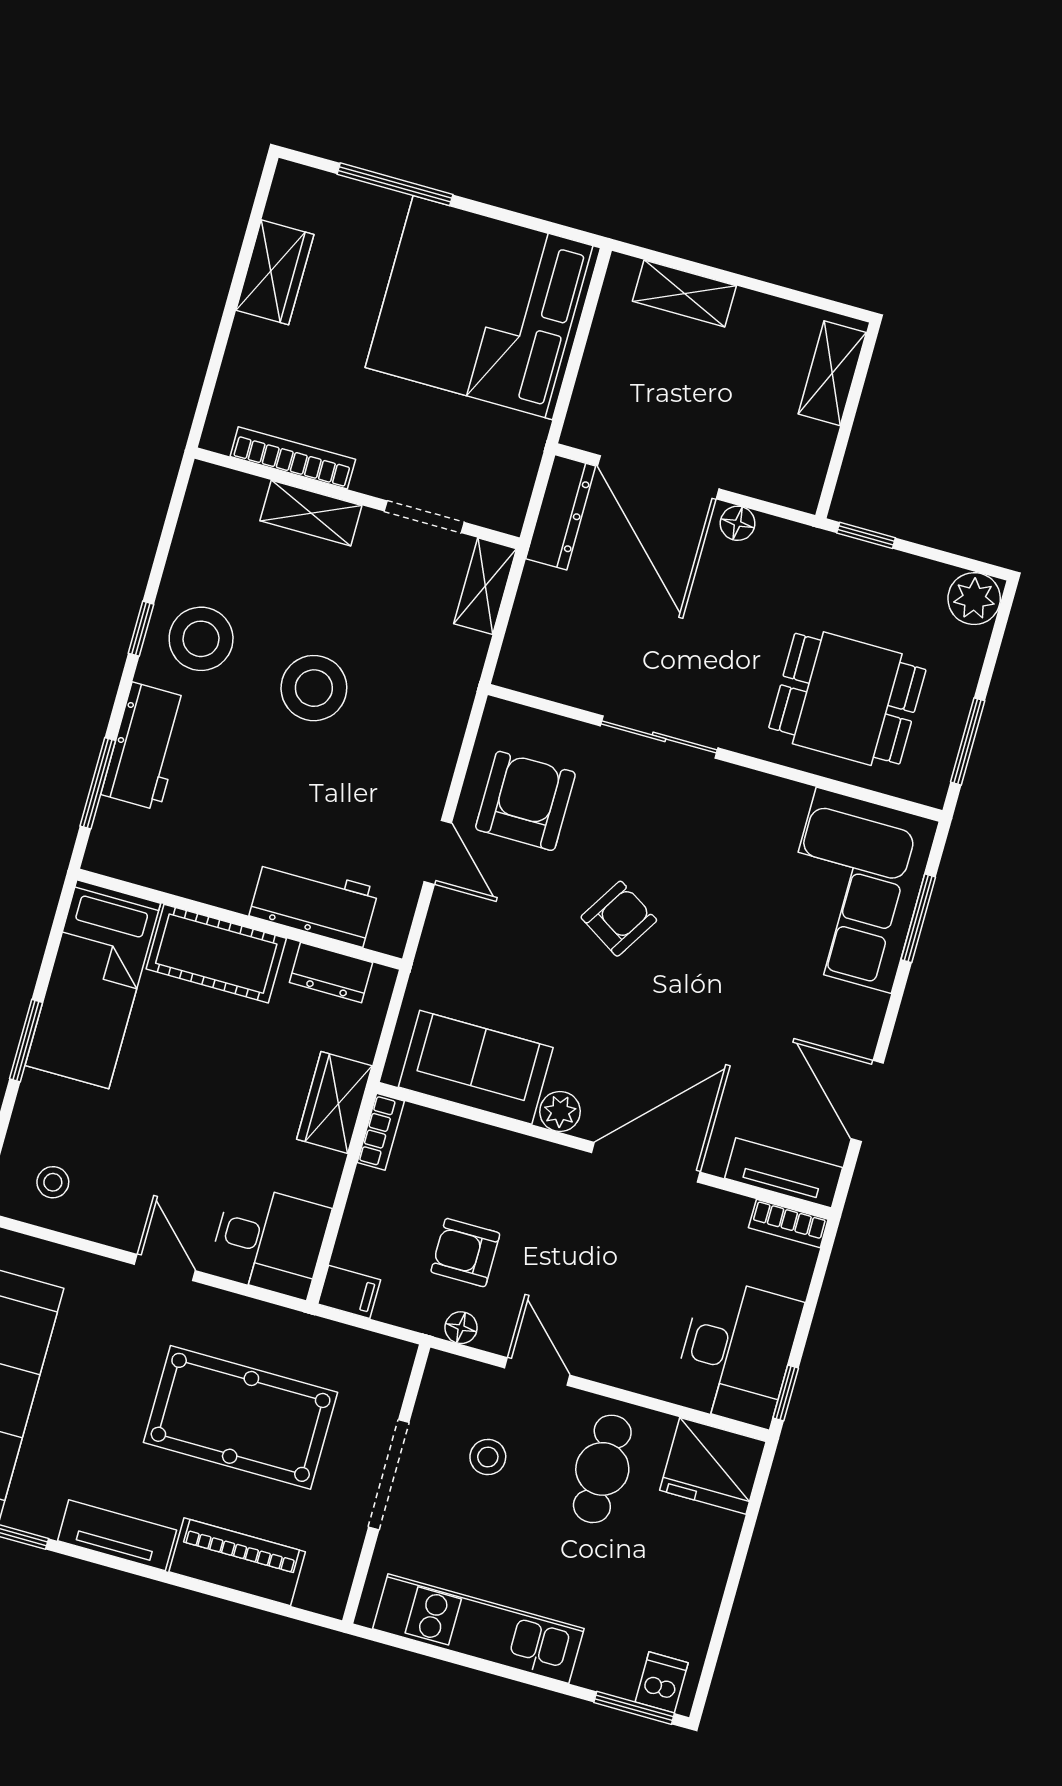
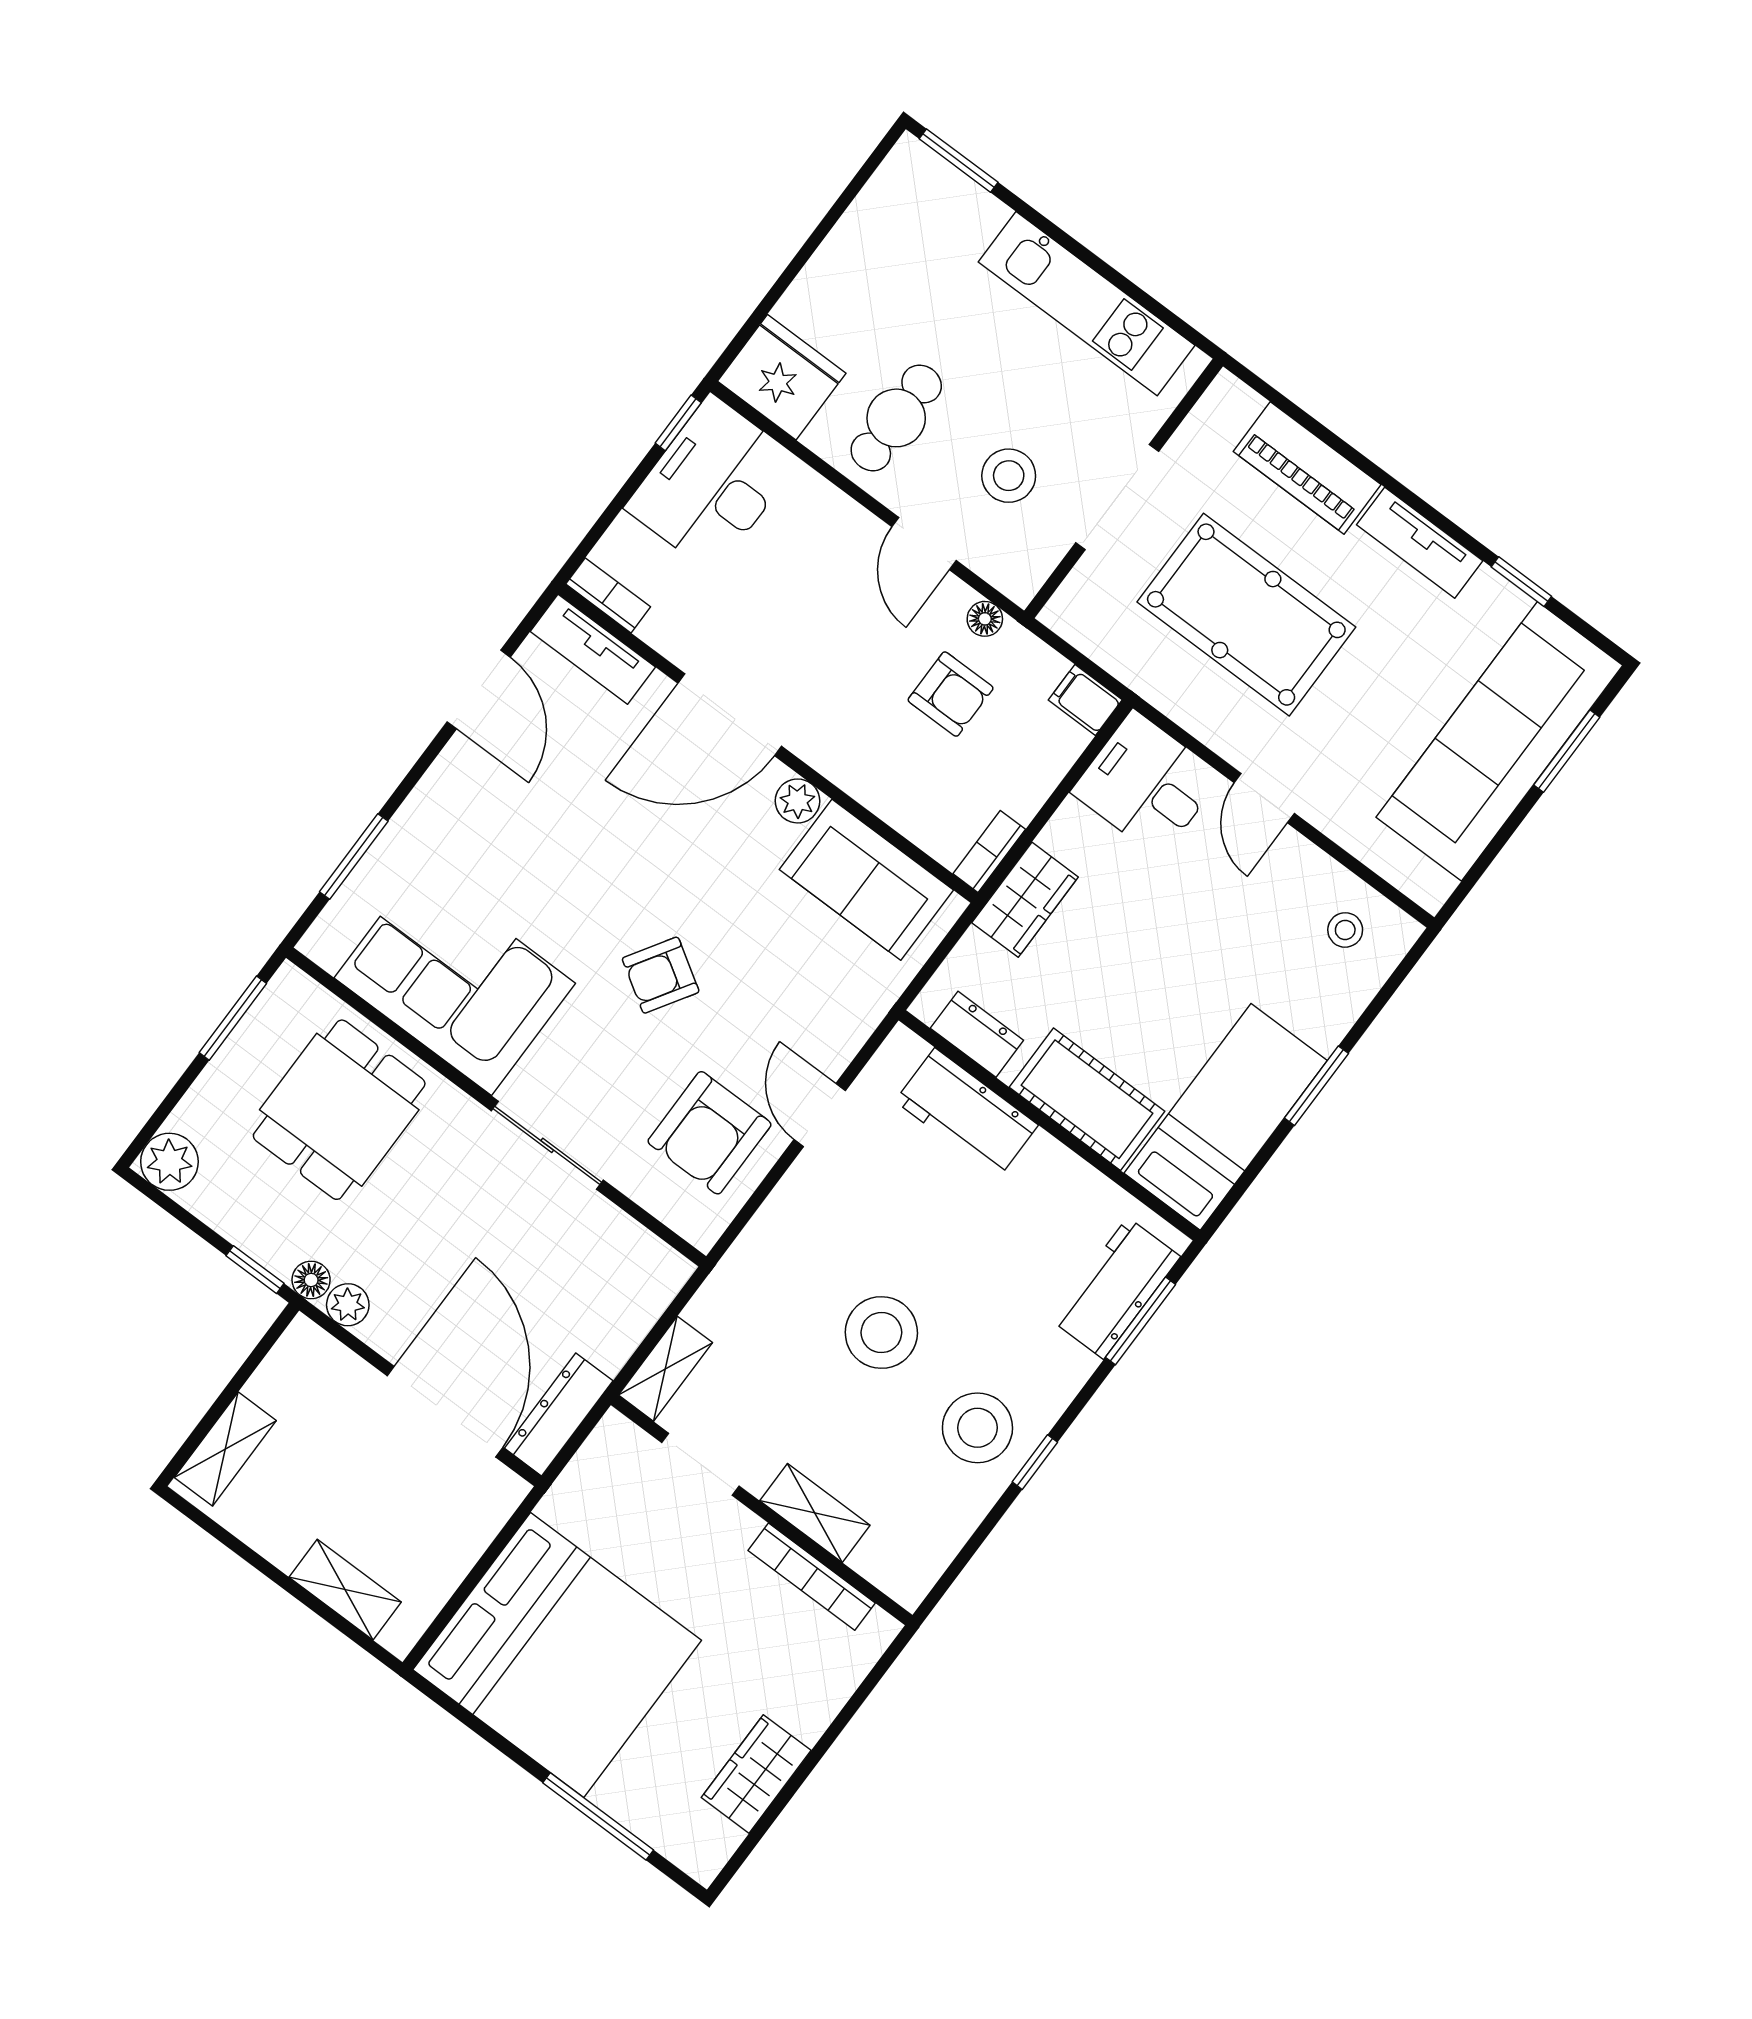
floor lamp: (738, 523) -> (311, 1280), moved
plant: (776, 536) -> (348, 1305), added
dining table: (847, 699) -> (339, 1110), turned 90
workbench: (146, 746) -> (1116, 1288), moved
corner sofa: (854, 890) -> (455, 981), moved, turned -90
stool: (488, 1457) -> (1009, 476), width x1.37, depth x1.37
dishwasher: (662, 1682) -> (920, 176), removed

